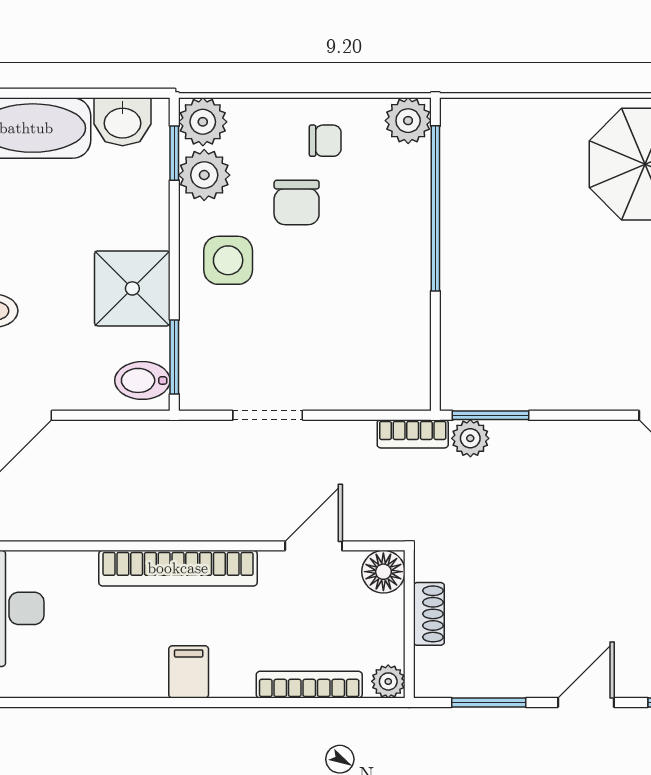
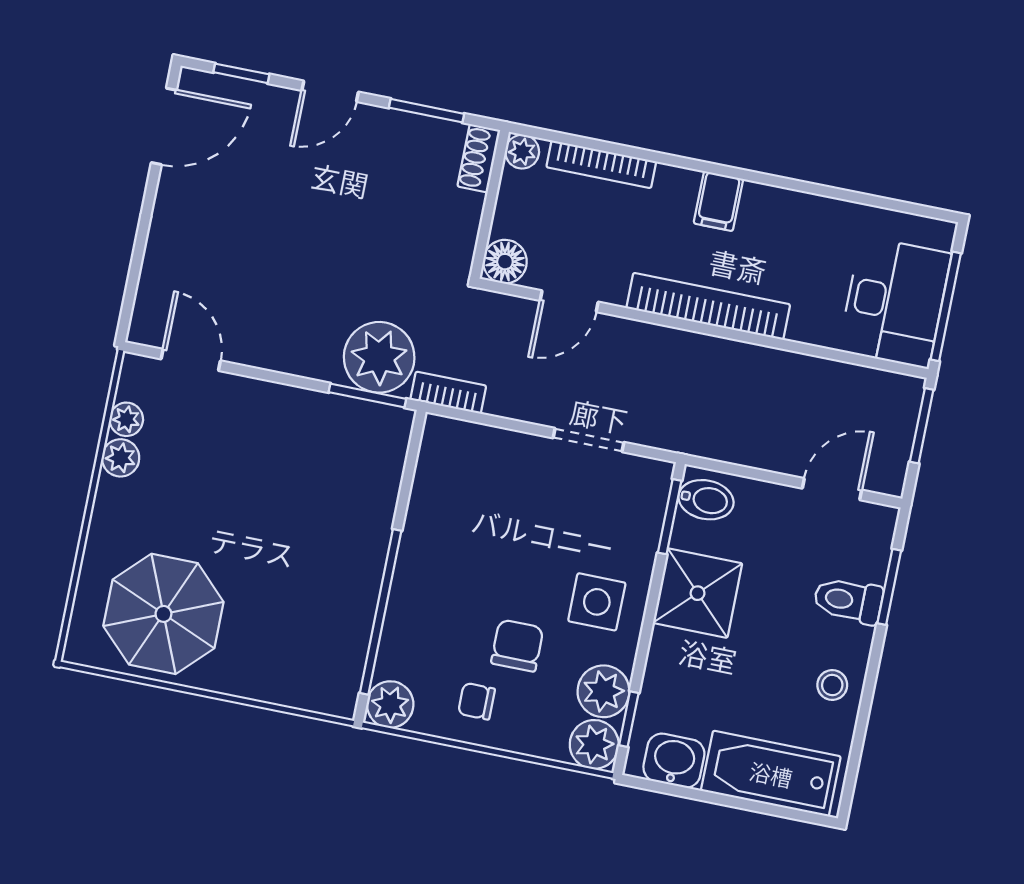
plant: (470, 438) -> (379, 357), width x1.88, depth x1.88
shoe rack: (429, 614) -> (479, 158), moved

